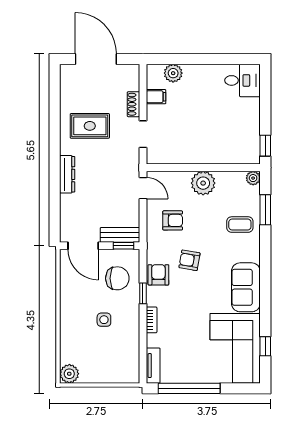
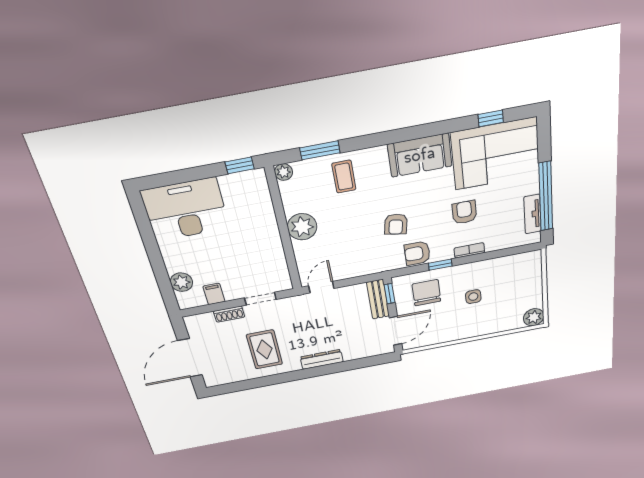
desk: (242, 80) -> (186, 210), width x1.87, depth x1.30
armchair: (173, 220) -> (464, 212), moved
tv unit: (153, 366) -> (532, 214), moved, turned -90

